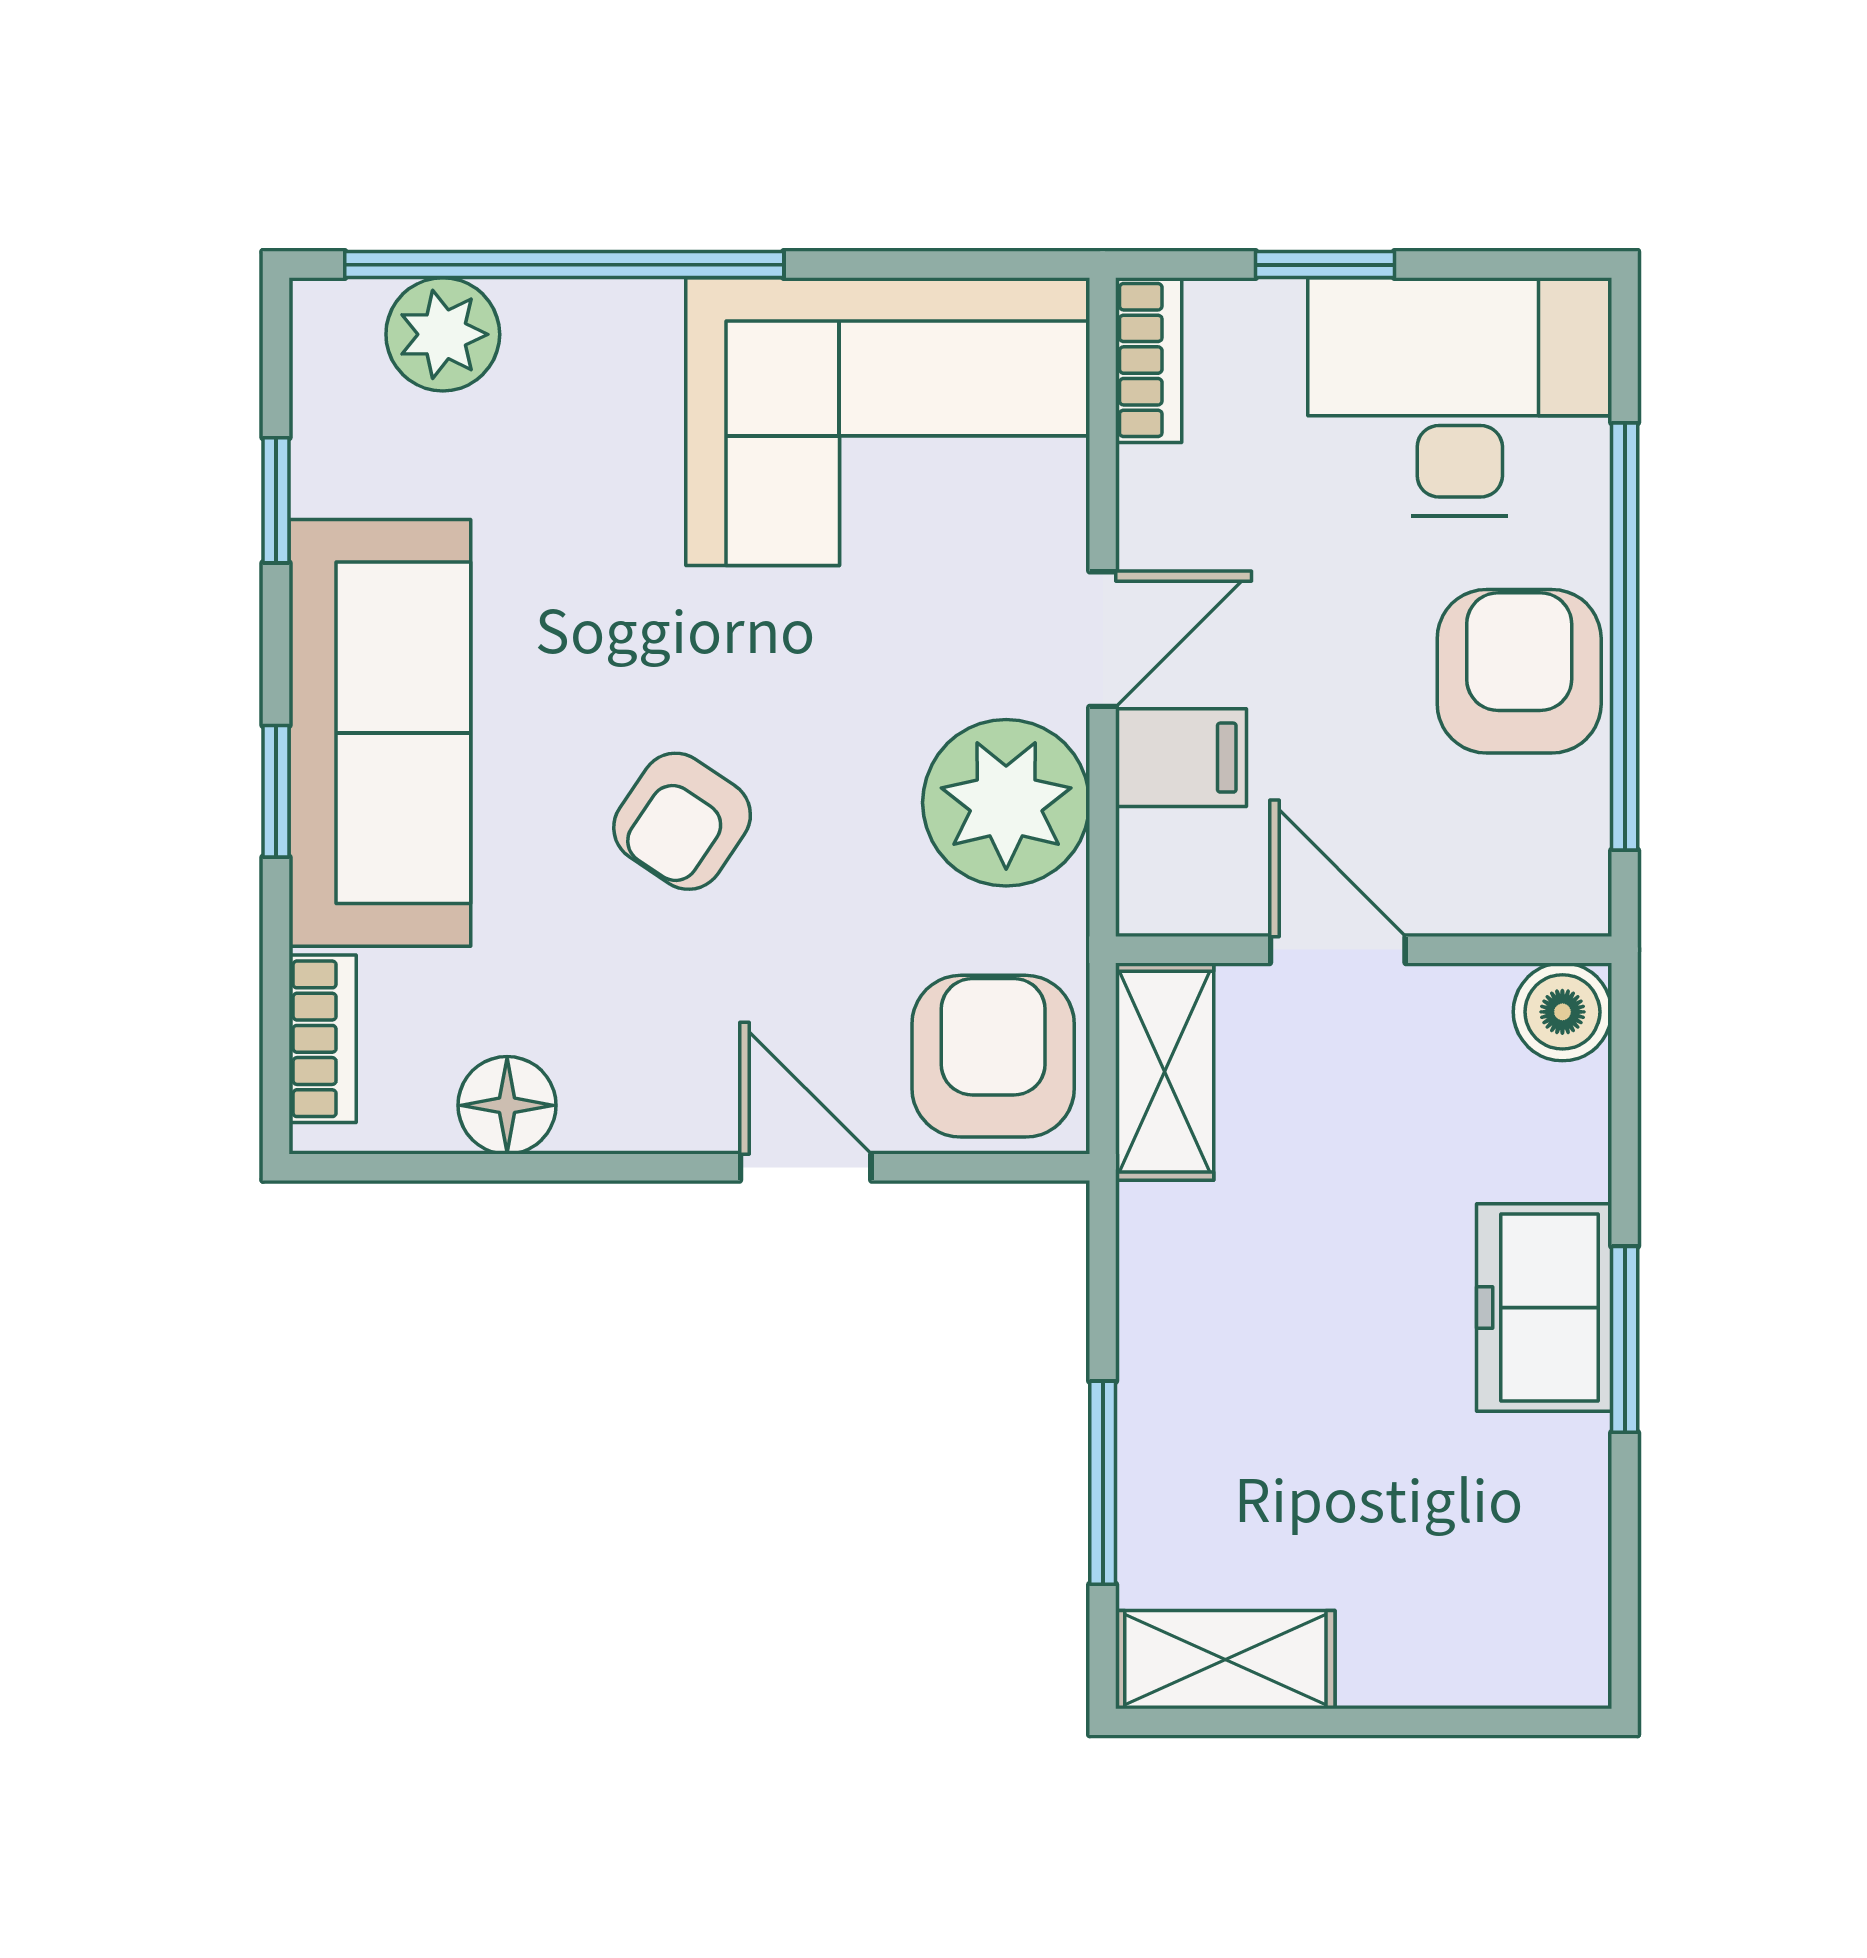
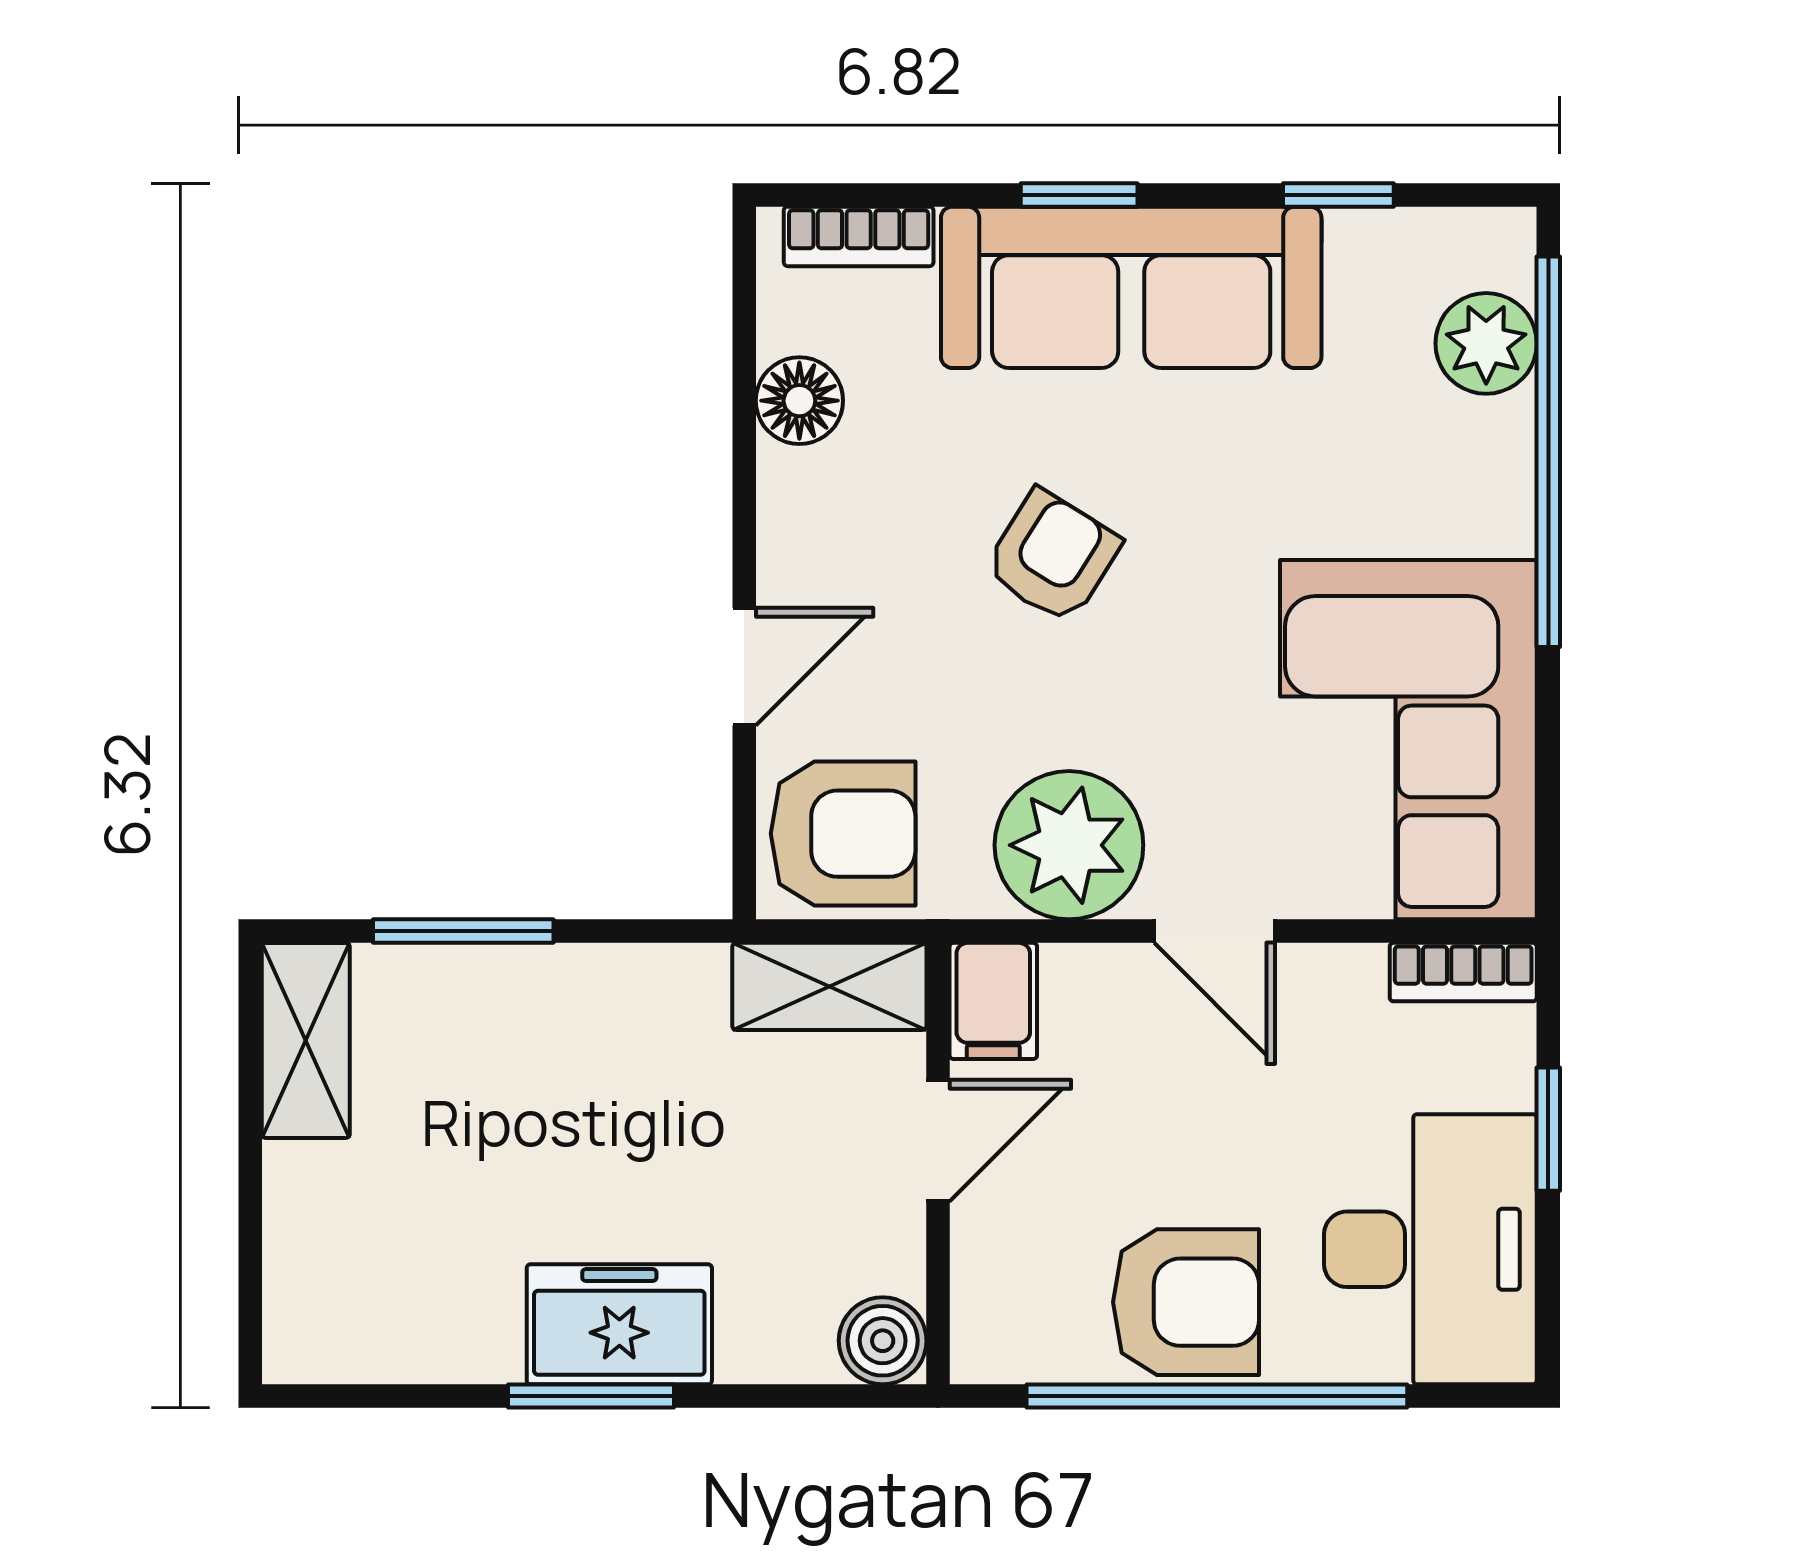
filing cabinet: (1181, 758) -> (993, 1001), moved
armchair: (682, 821) -> (1052, 557), turned 88

